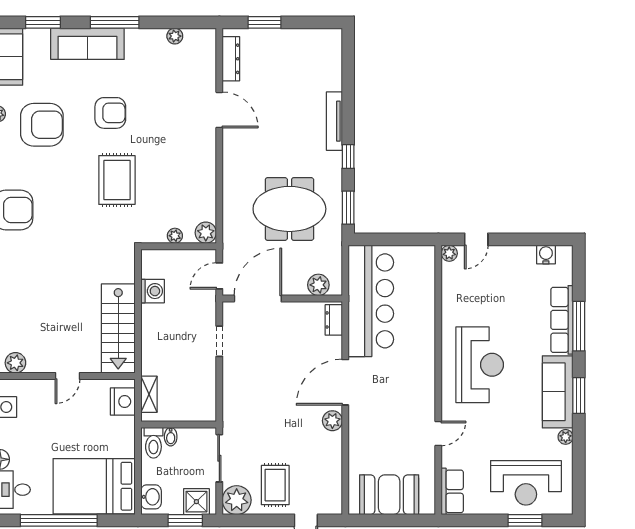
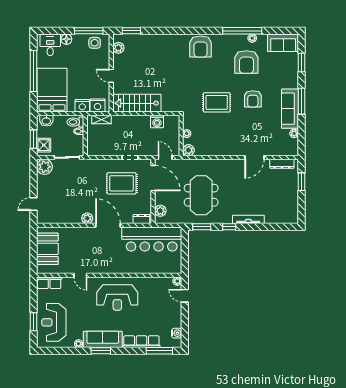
sofa: (87, 44) -> (290, 109), moved
window: (579, 326) -> (159, 351), moved
nightstand: (123, 430) -> (82, 106), added
rug: (275, 485) -> (122, 183), moved, width x1.36, depth x1.43

